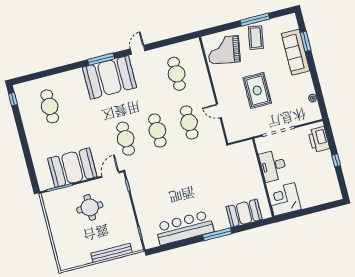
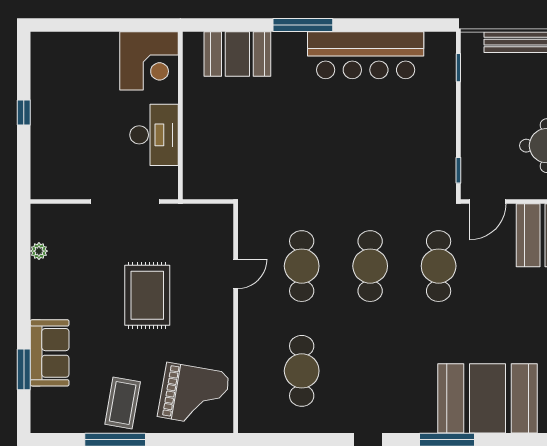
sofa: (296, 52) -> (50, 353), width x0.73
booth: (109, 77) -> (488, 398), moved
door: (219, 111) -> (236, 274), hinge flipped
printer: (319, 139) -> (48, 164), removed

